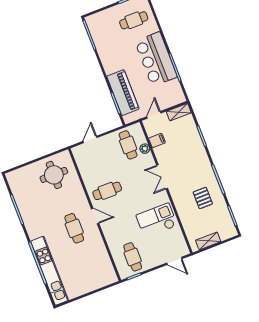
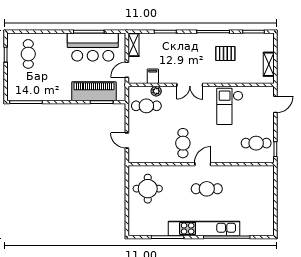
bar counter: (156, 59) -> (93, 47), moved
door: (154, 115) -> (127, 70), hinge flipped
kitchen unit: (50, 271) -> (204, 228), moved

